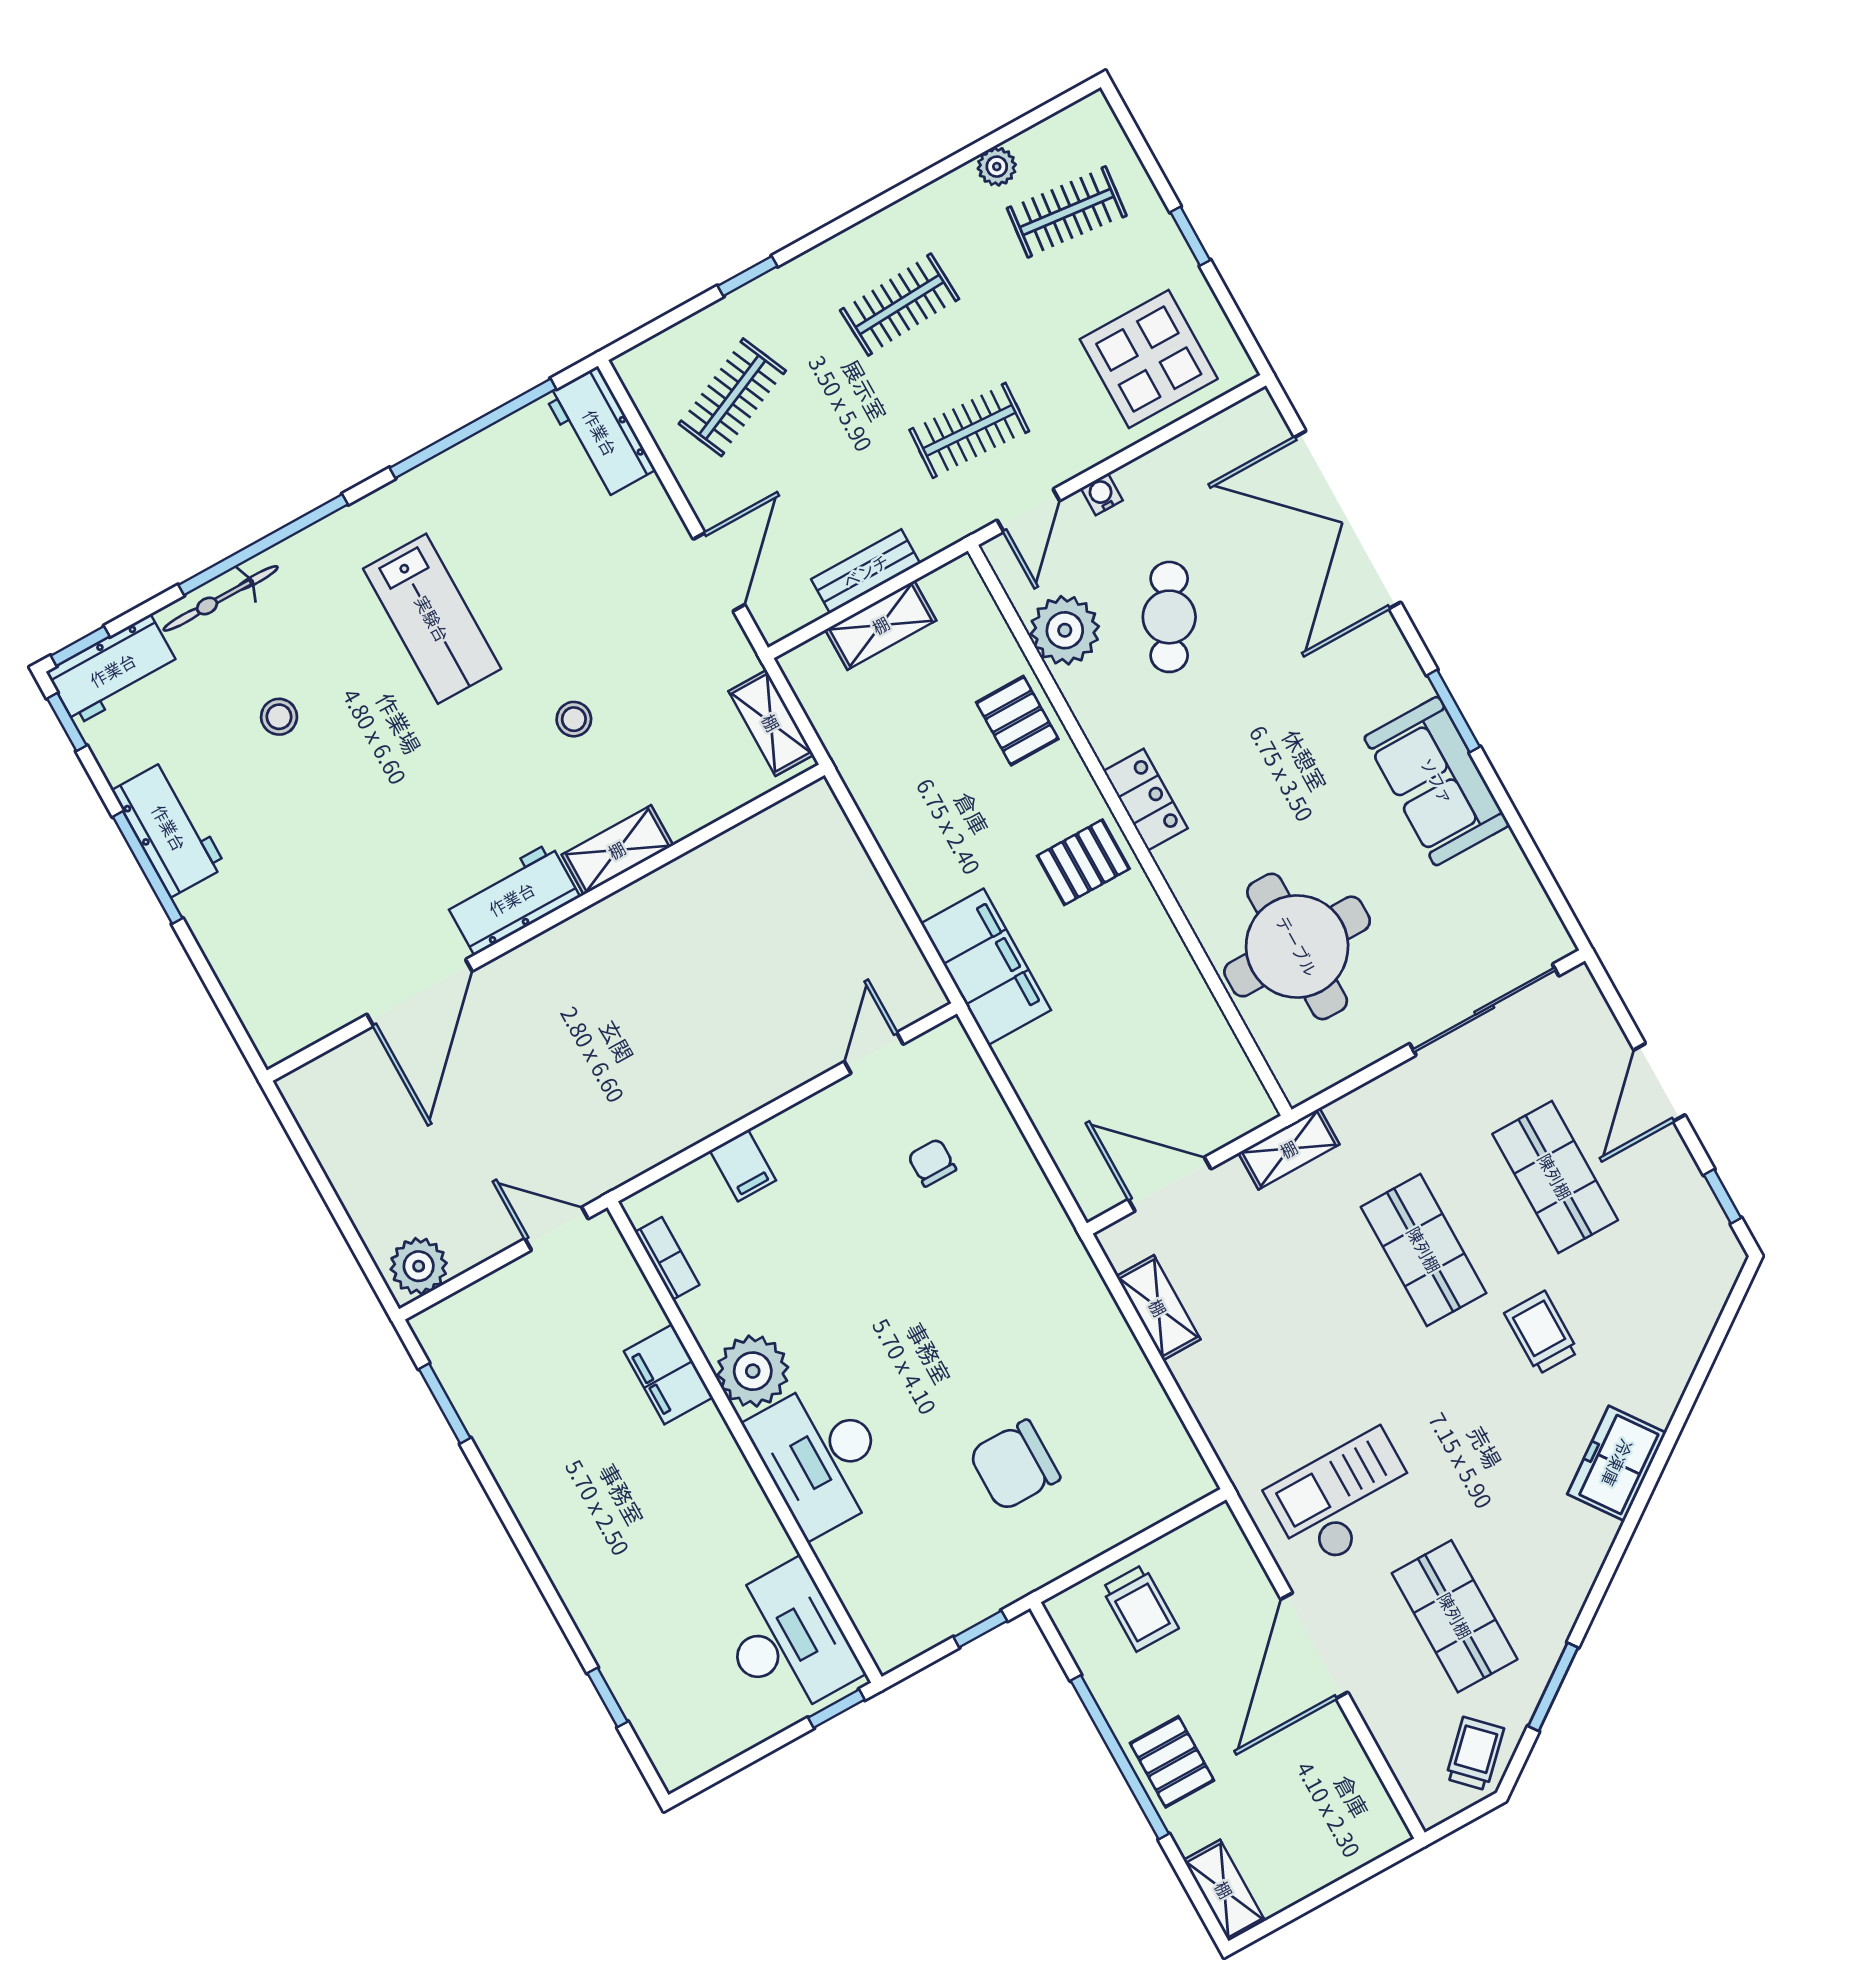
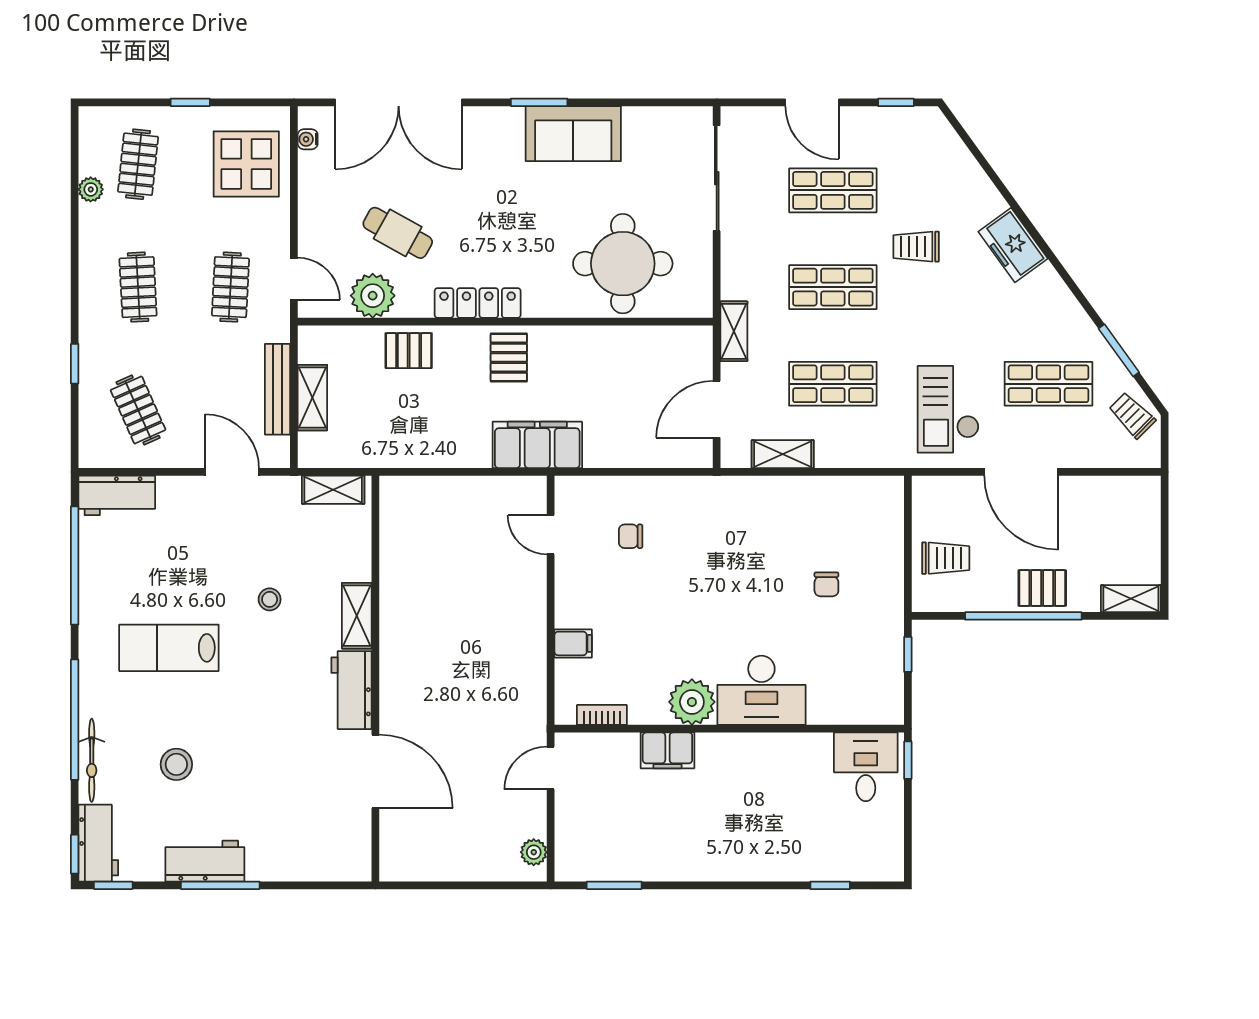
water cooler: (1102, 494) -> (308, 139), moved
bench: (866, 571) -> (277, 389), width x1.36
lab bench: (432, 619) -> (169, 648), turned 180
stool: (279, 717) -> (176, 764), width x1.37, depth x1.37
locker: (1146, 800) -> (478, 303), width x1.53
plant: (419, 1266) -> (534, 852), width x0.73, depth x0.73
shop shelf: (1292, 1323) -> (833, 384), added
chair: (1014, 1465) -> (826, 584), width x0.54, depth x0.54
desk: (787, 1640) -> (866, 767), width x0.73

